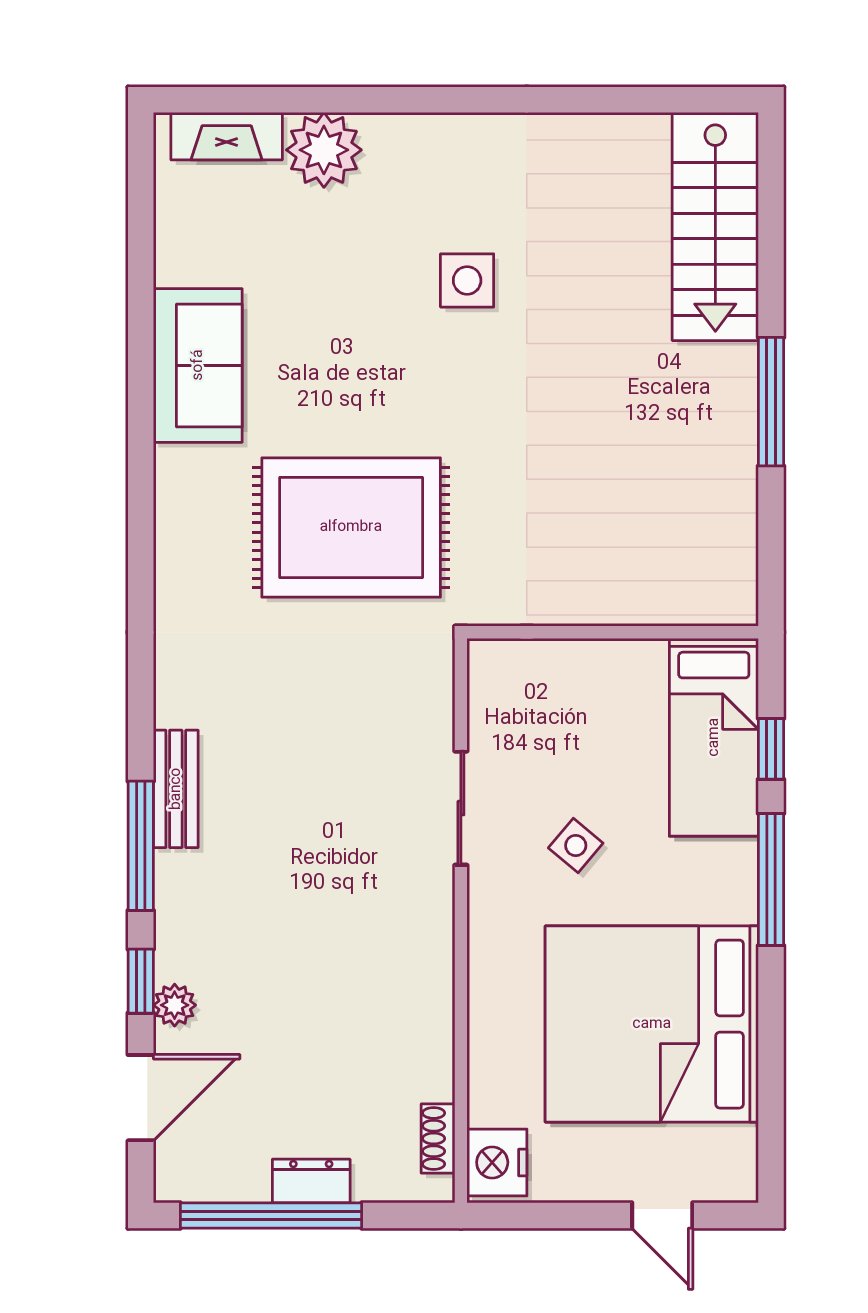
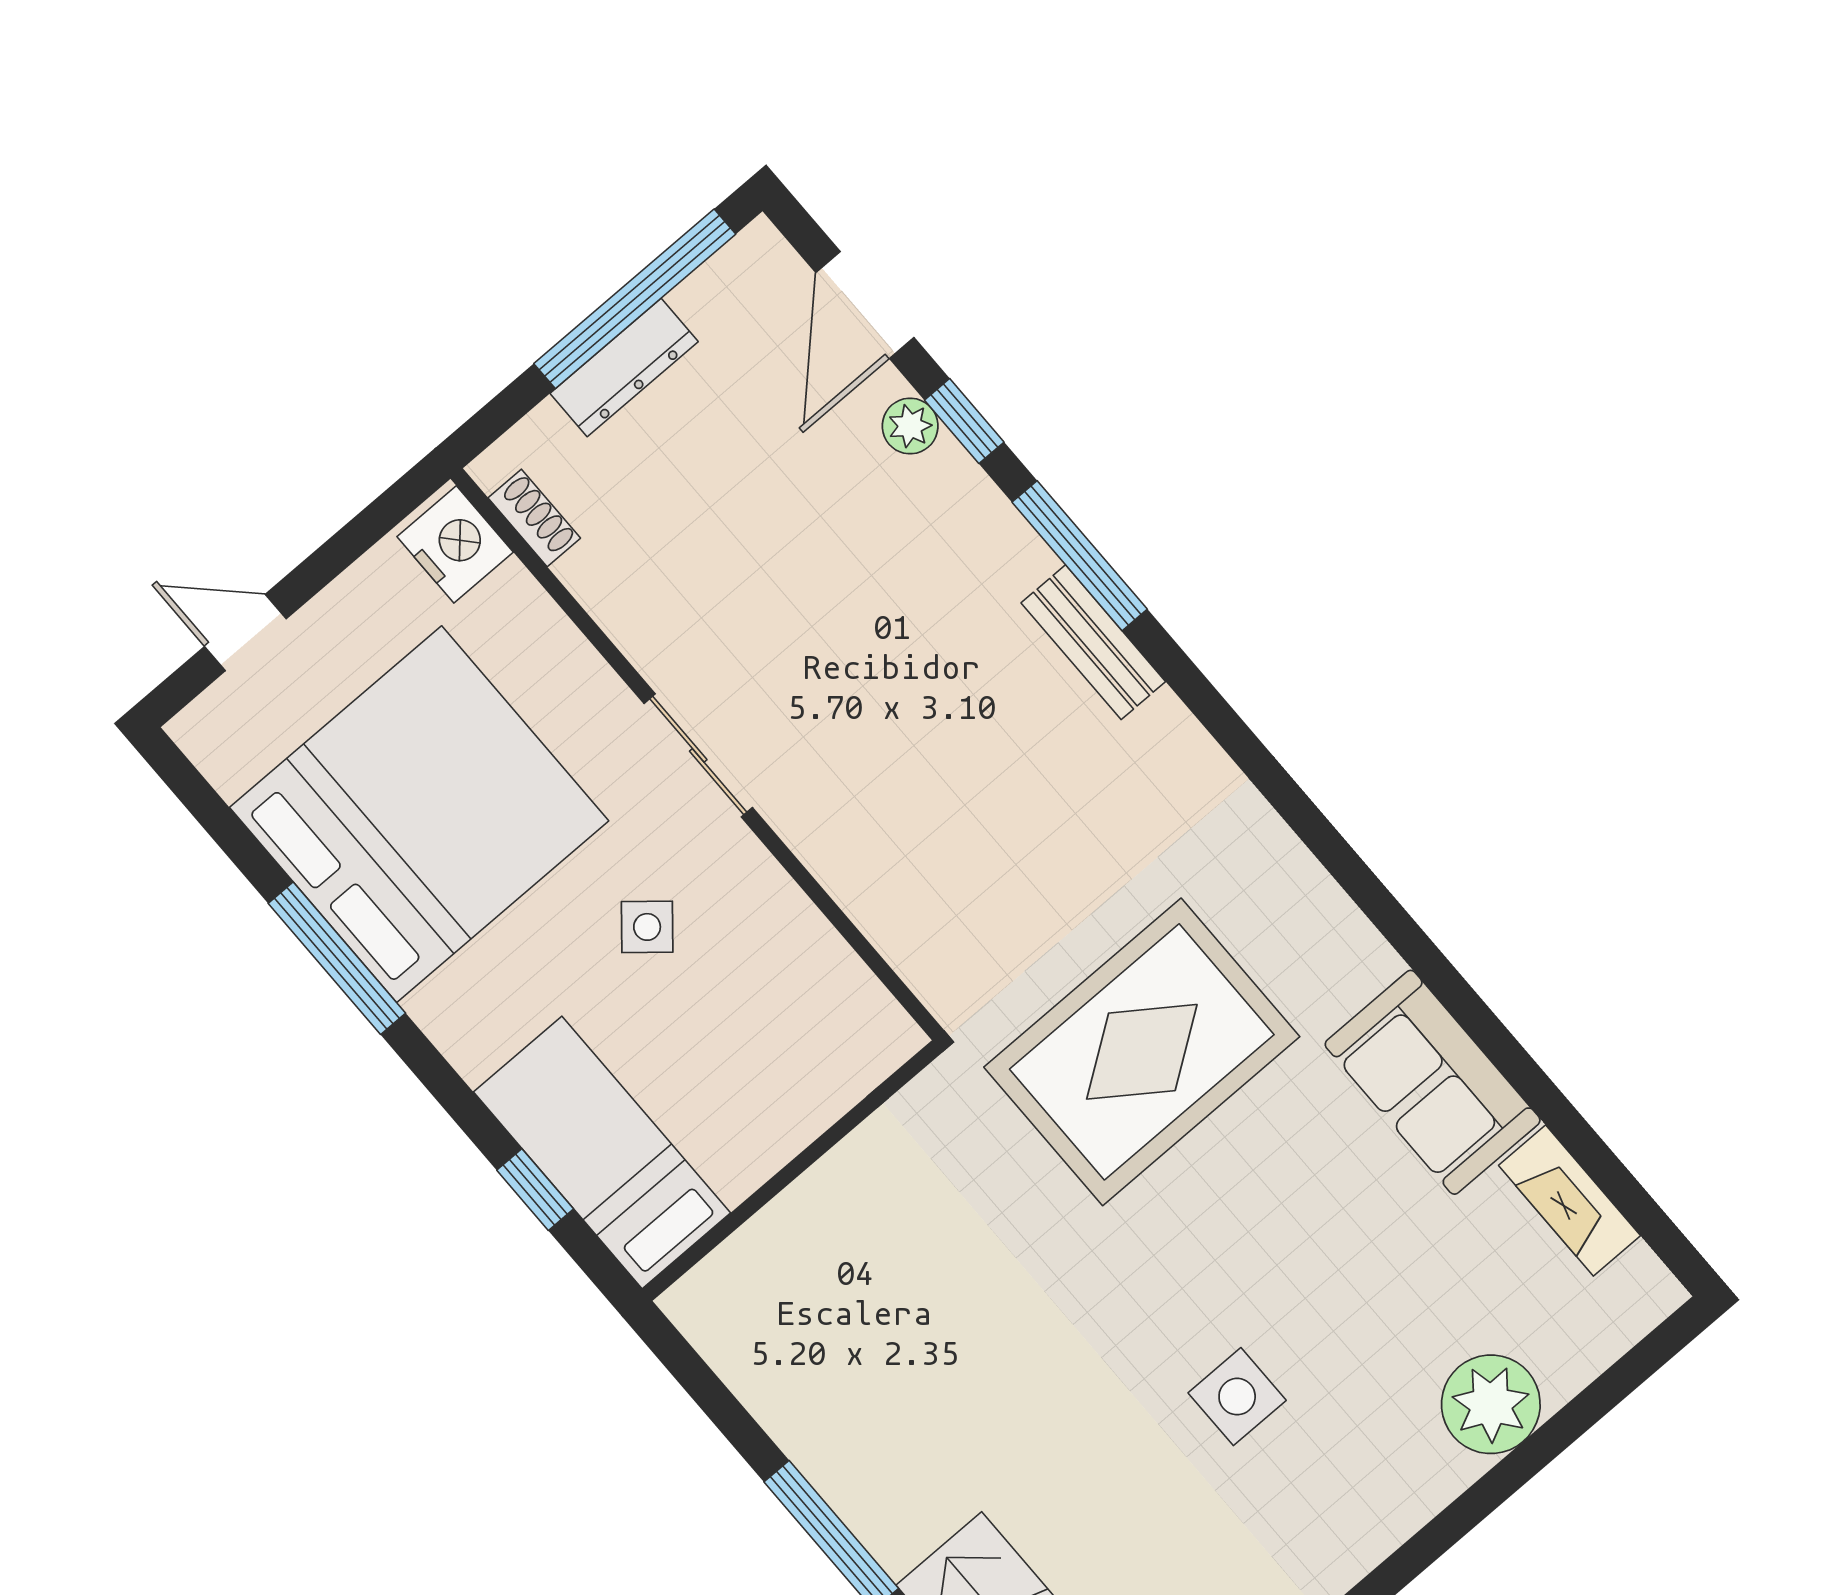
fireplace: (227, 136) -> (1570, 1201), moved, turned -90
sliding door: (461, 808) -> (698, 755), moved
window: (771, 879) -> (337, 958), moved
dresser: (311, 1181) -> (624, 367), width x1.44

